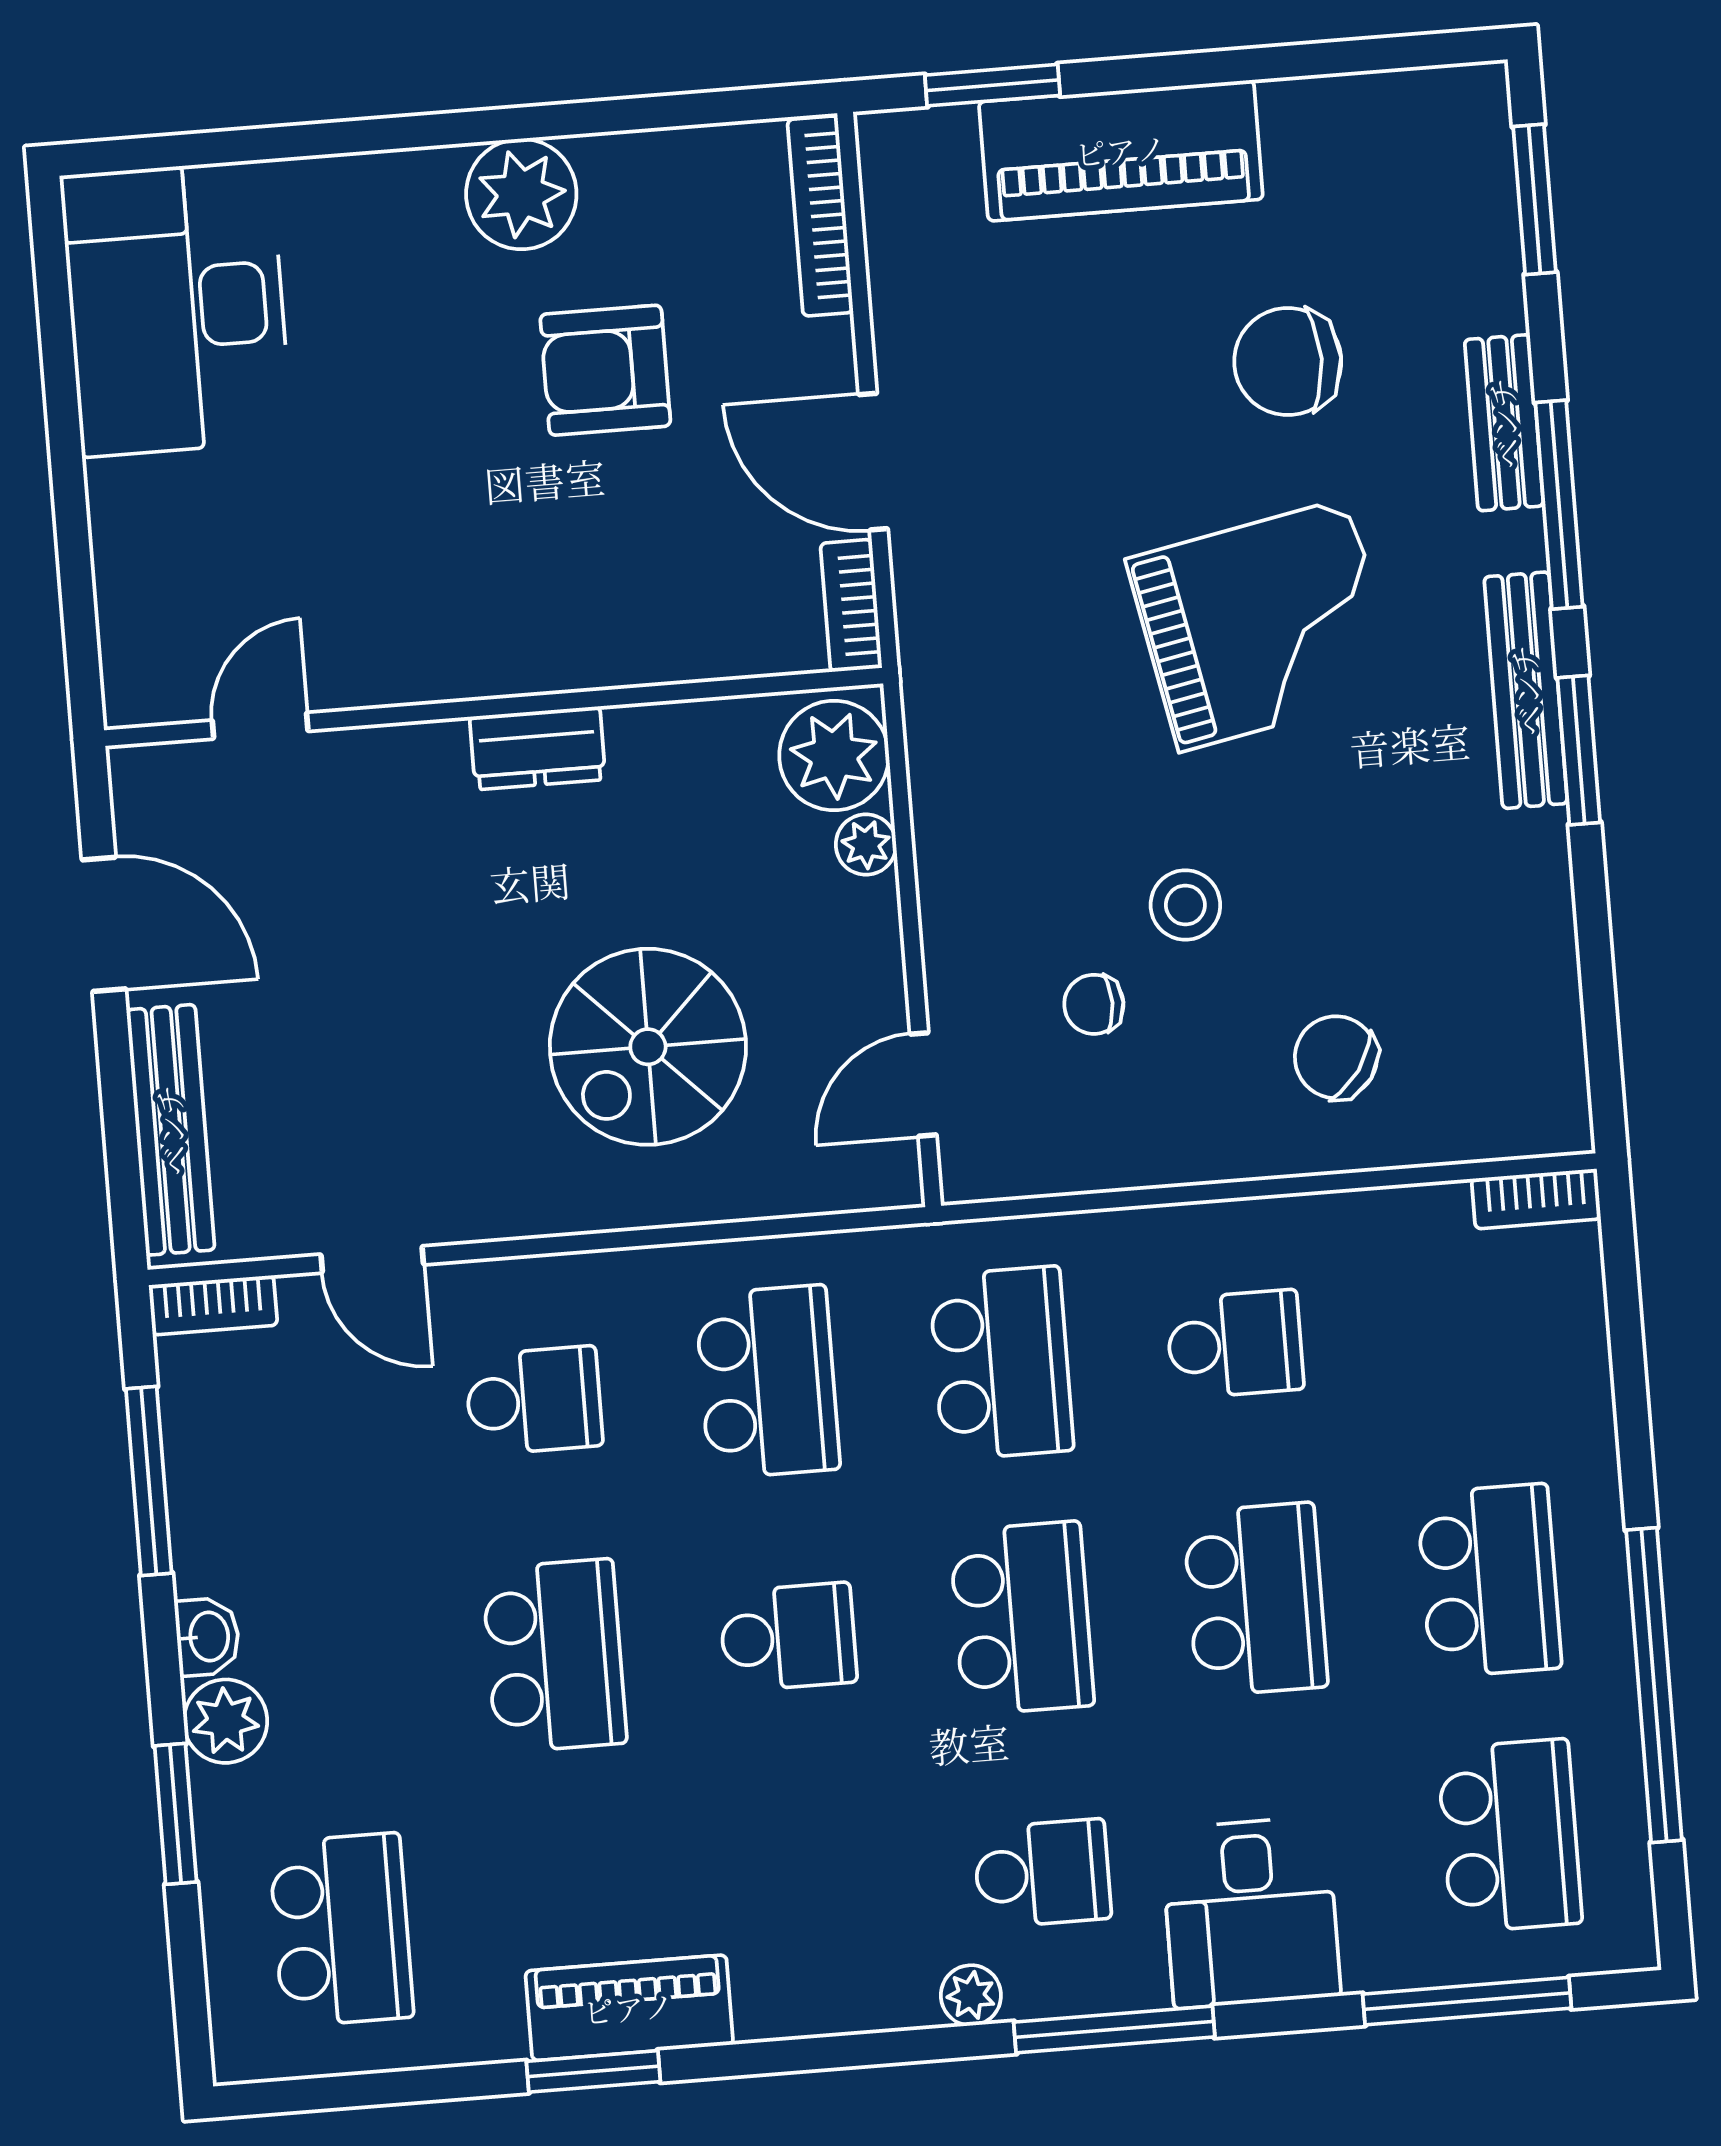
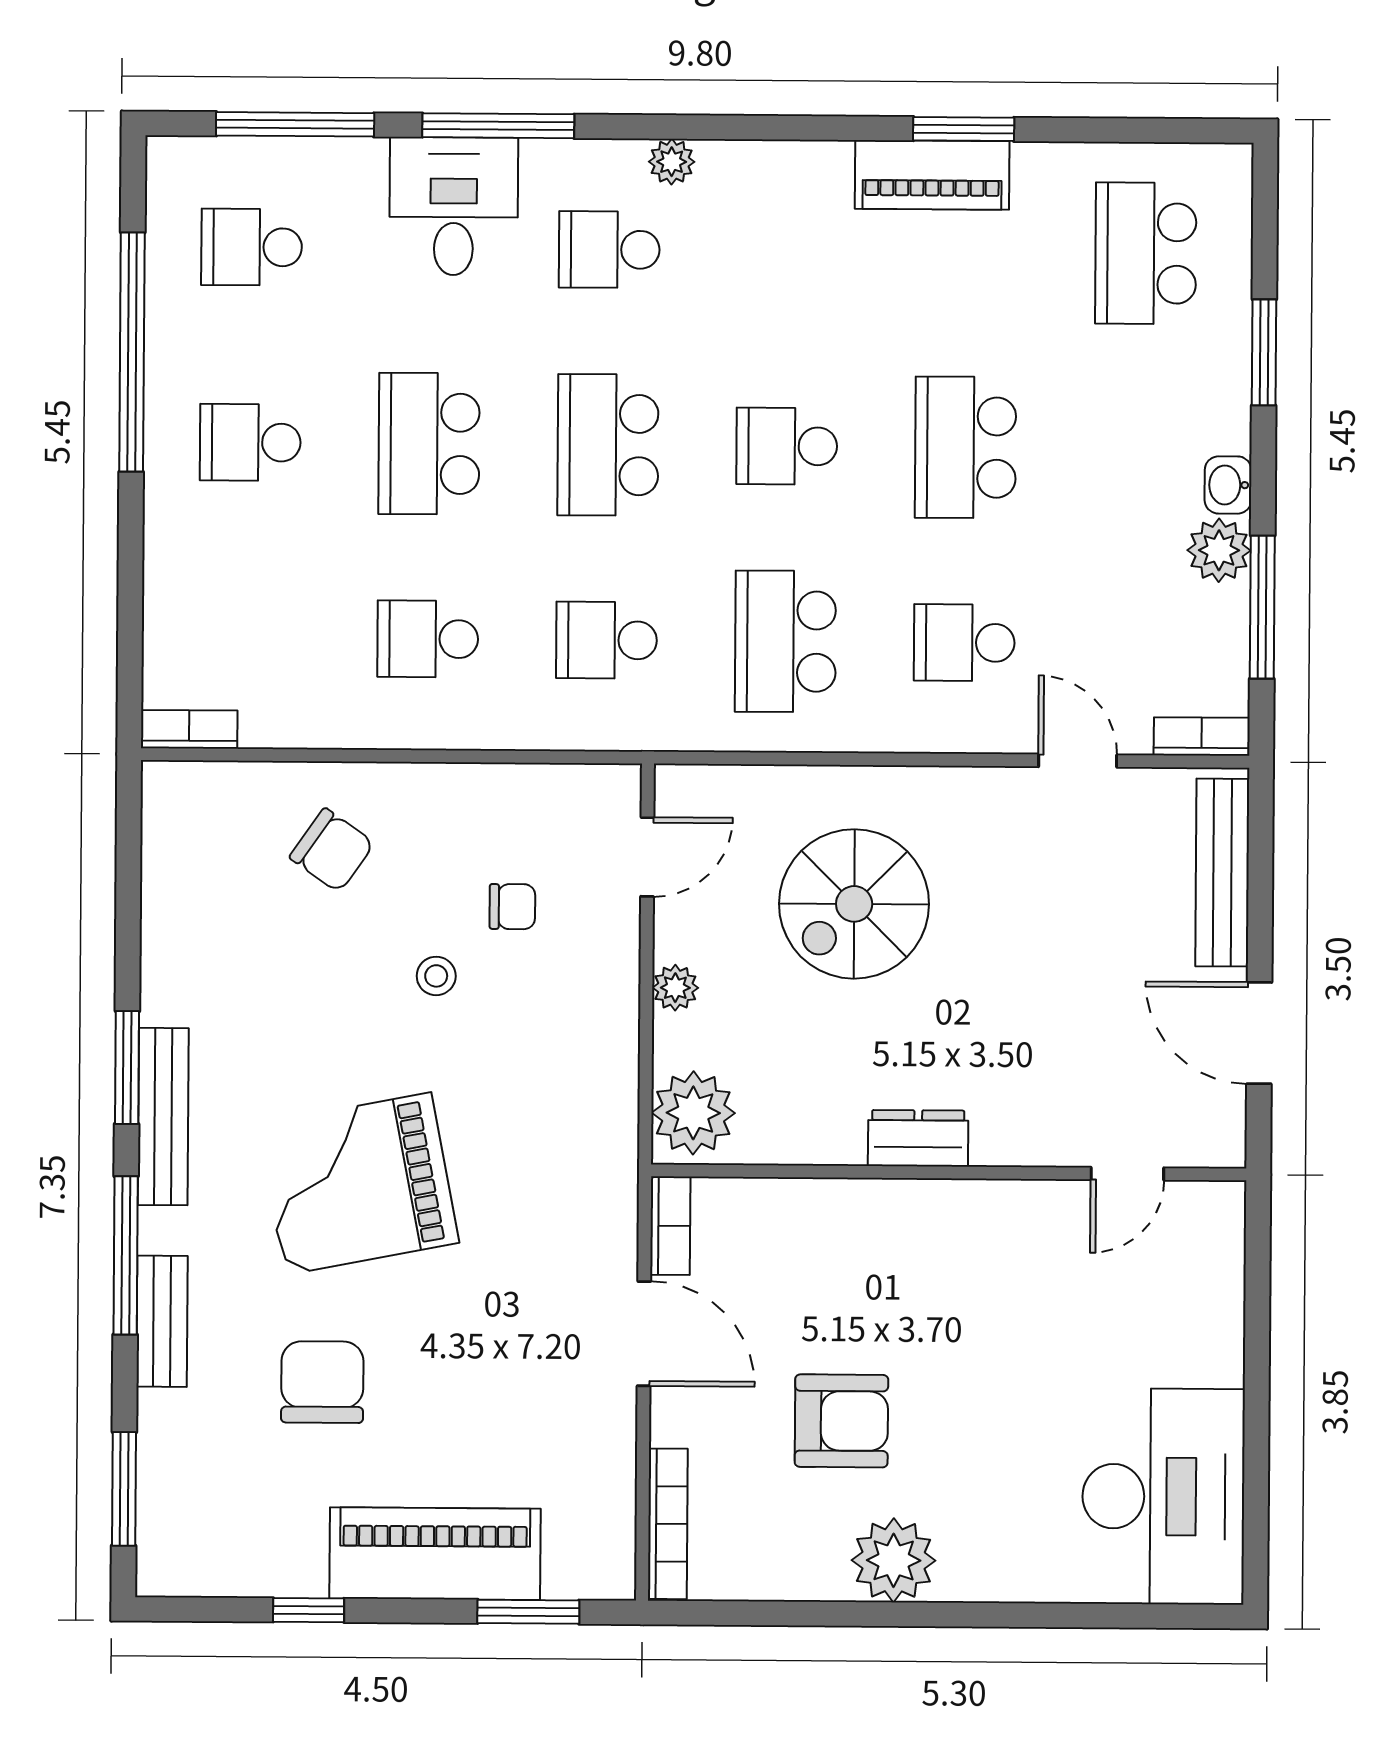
window: (1280, 62) -> (309, 1610), added
chair: (1288, 362) -> (322, 1382), turned -90
plant: (866, 845) -> (675, 988), moved
stool: (1185, 905) -> (436, 976), width x0.73, depth x0.73
spiral stairs: (648, 1047) -> (854, 904), turned 180
school desk: (1001, 1363) -> (607, 640), width x0.54
school desk: (1489, 1581) -> (250, 442), width x0.54
plant: (225, 1721) -> (1219, 550), moved
school desk: (1510, 1836) -> (252, 247), width x0.54
window: (1114, 2029) -> (498, 126), moved

